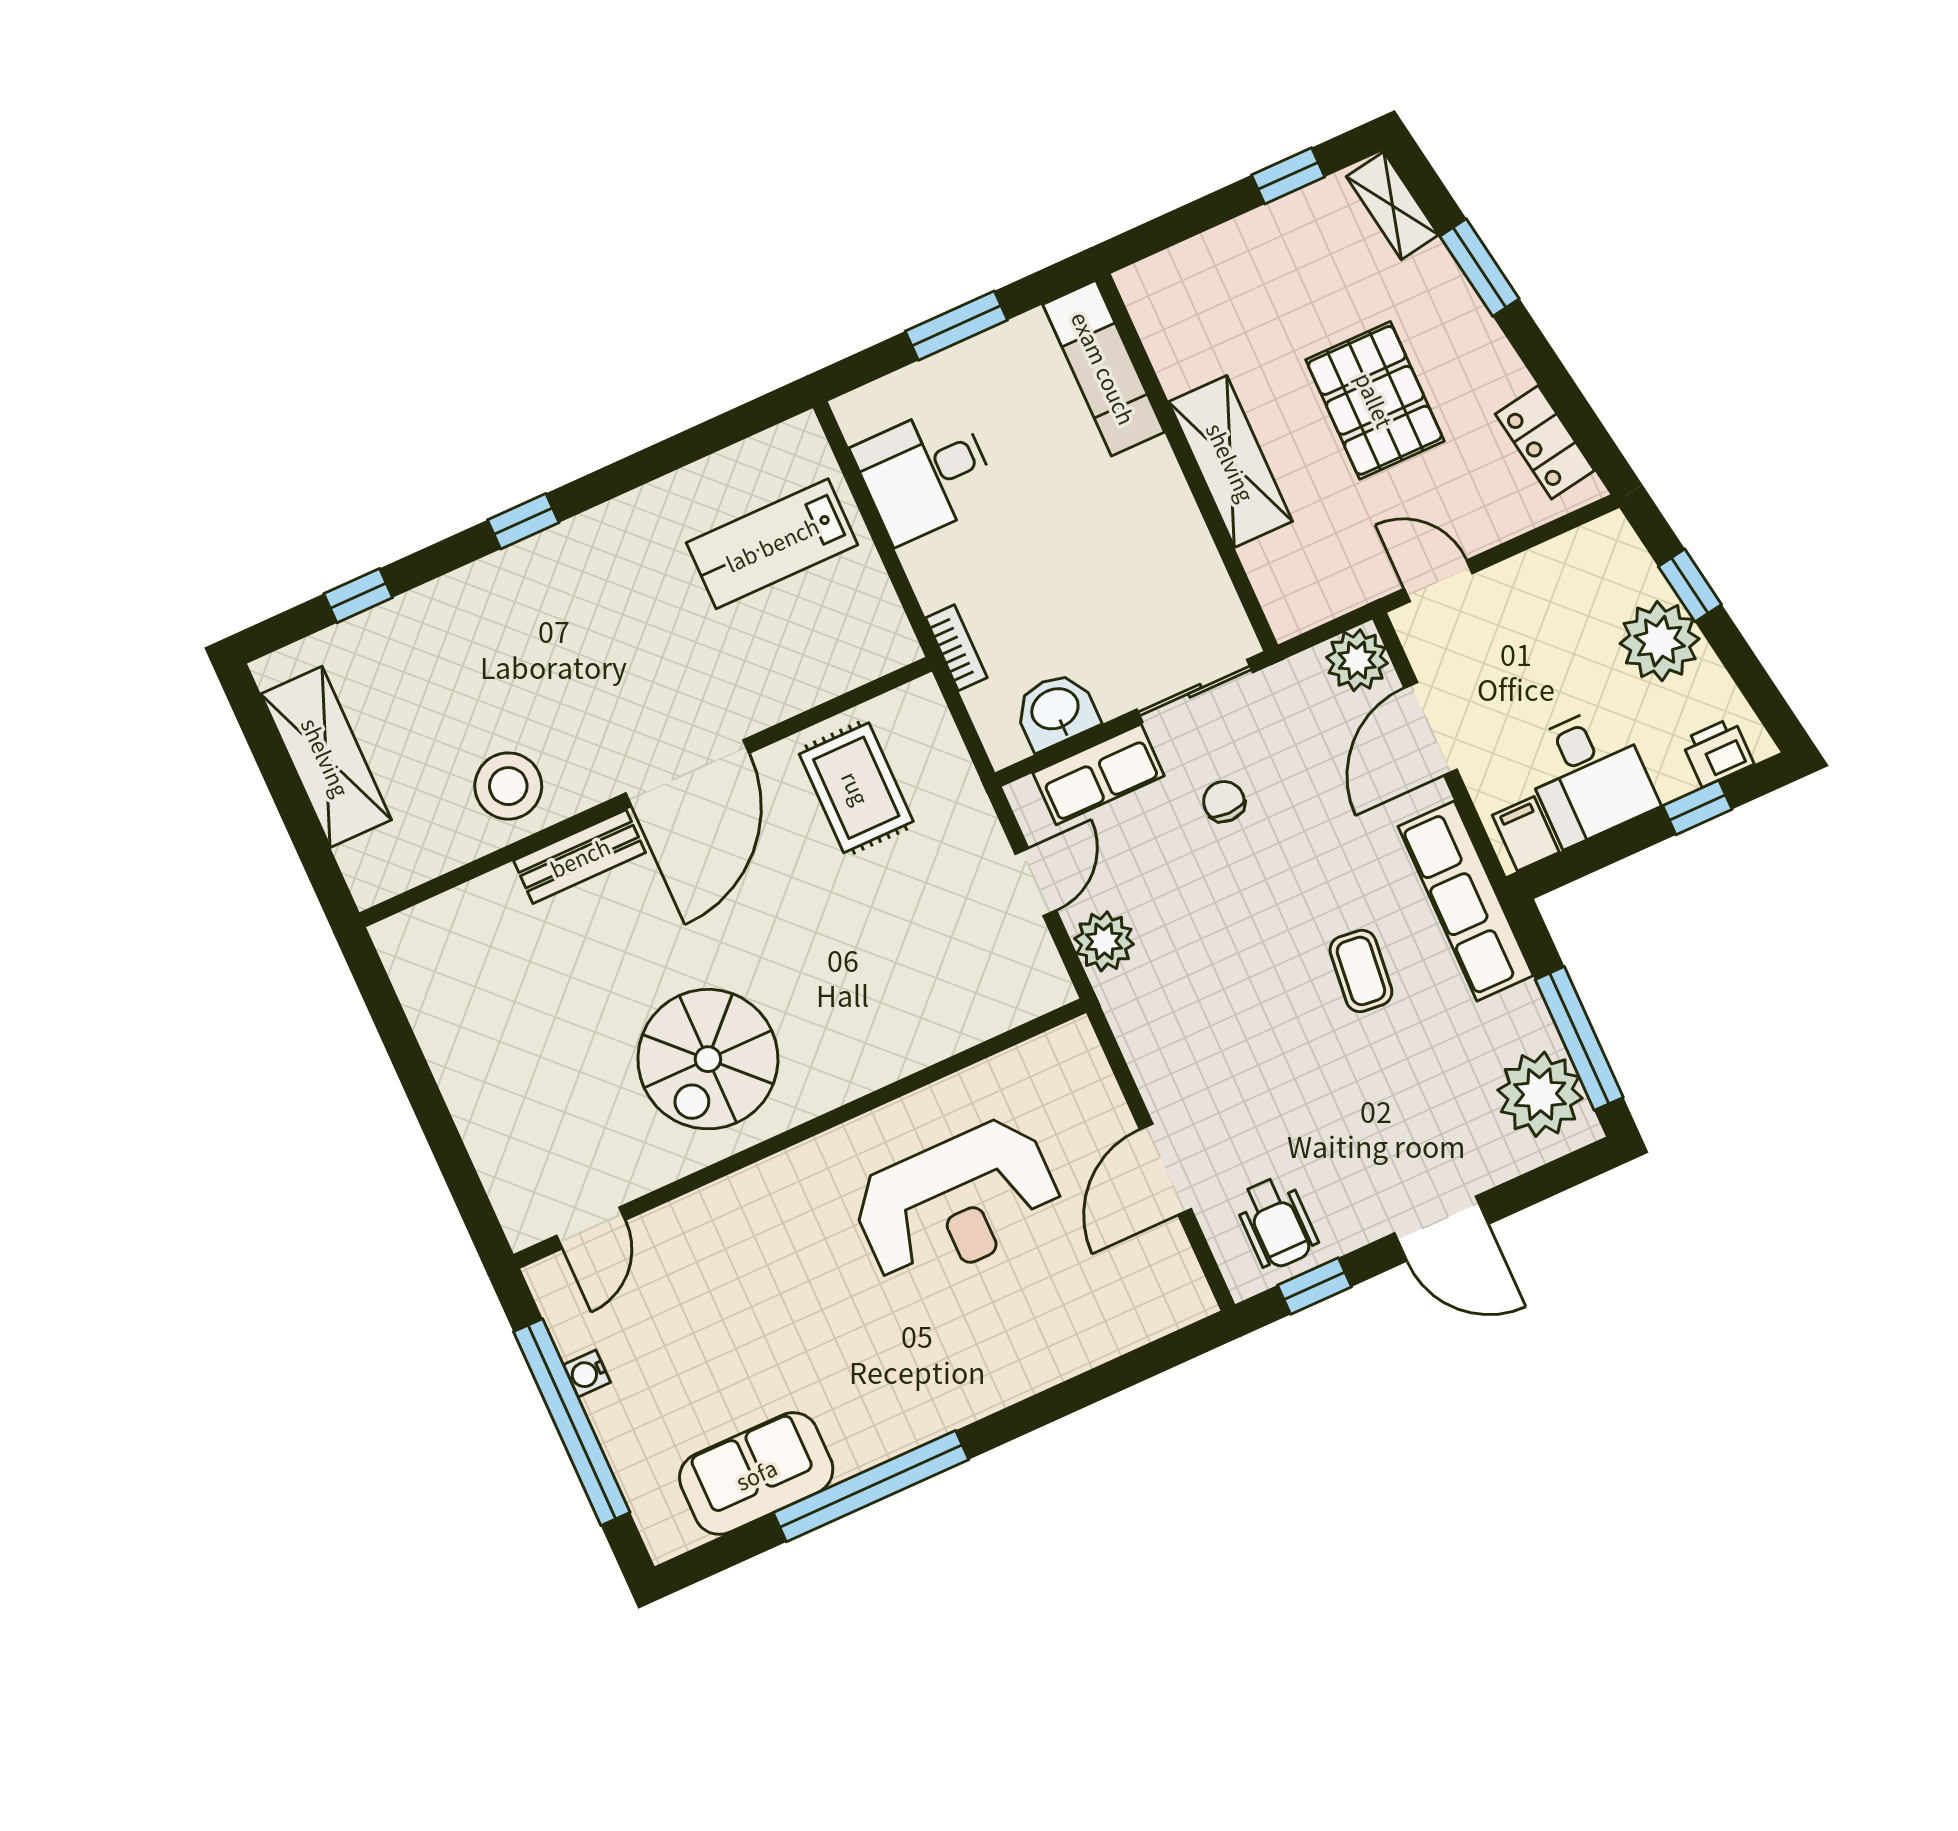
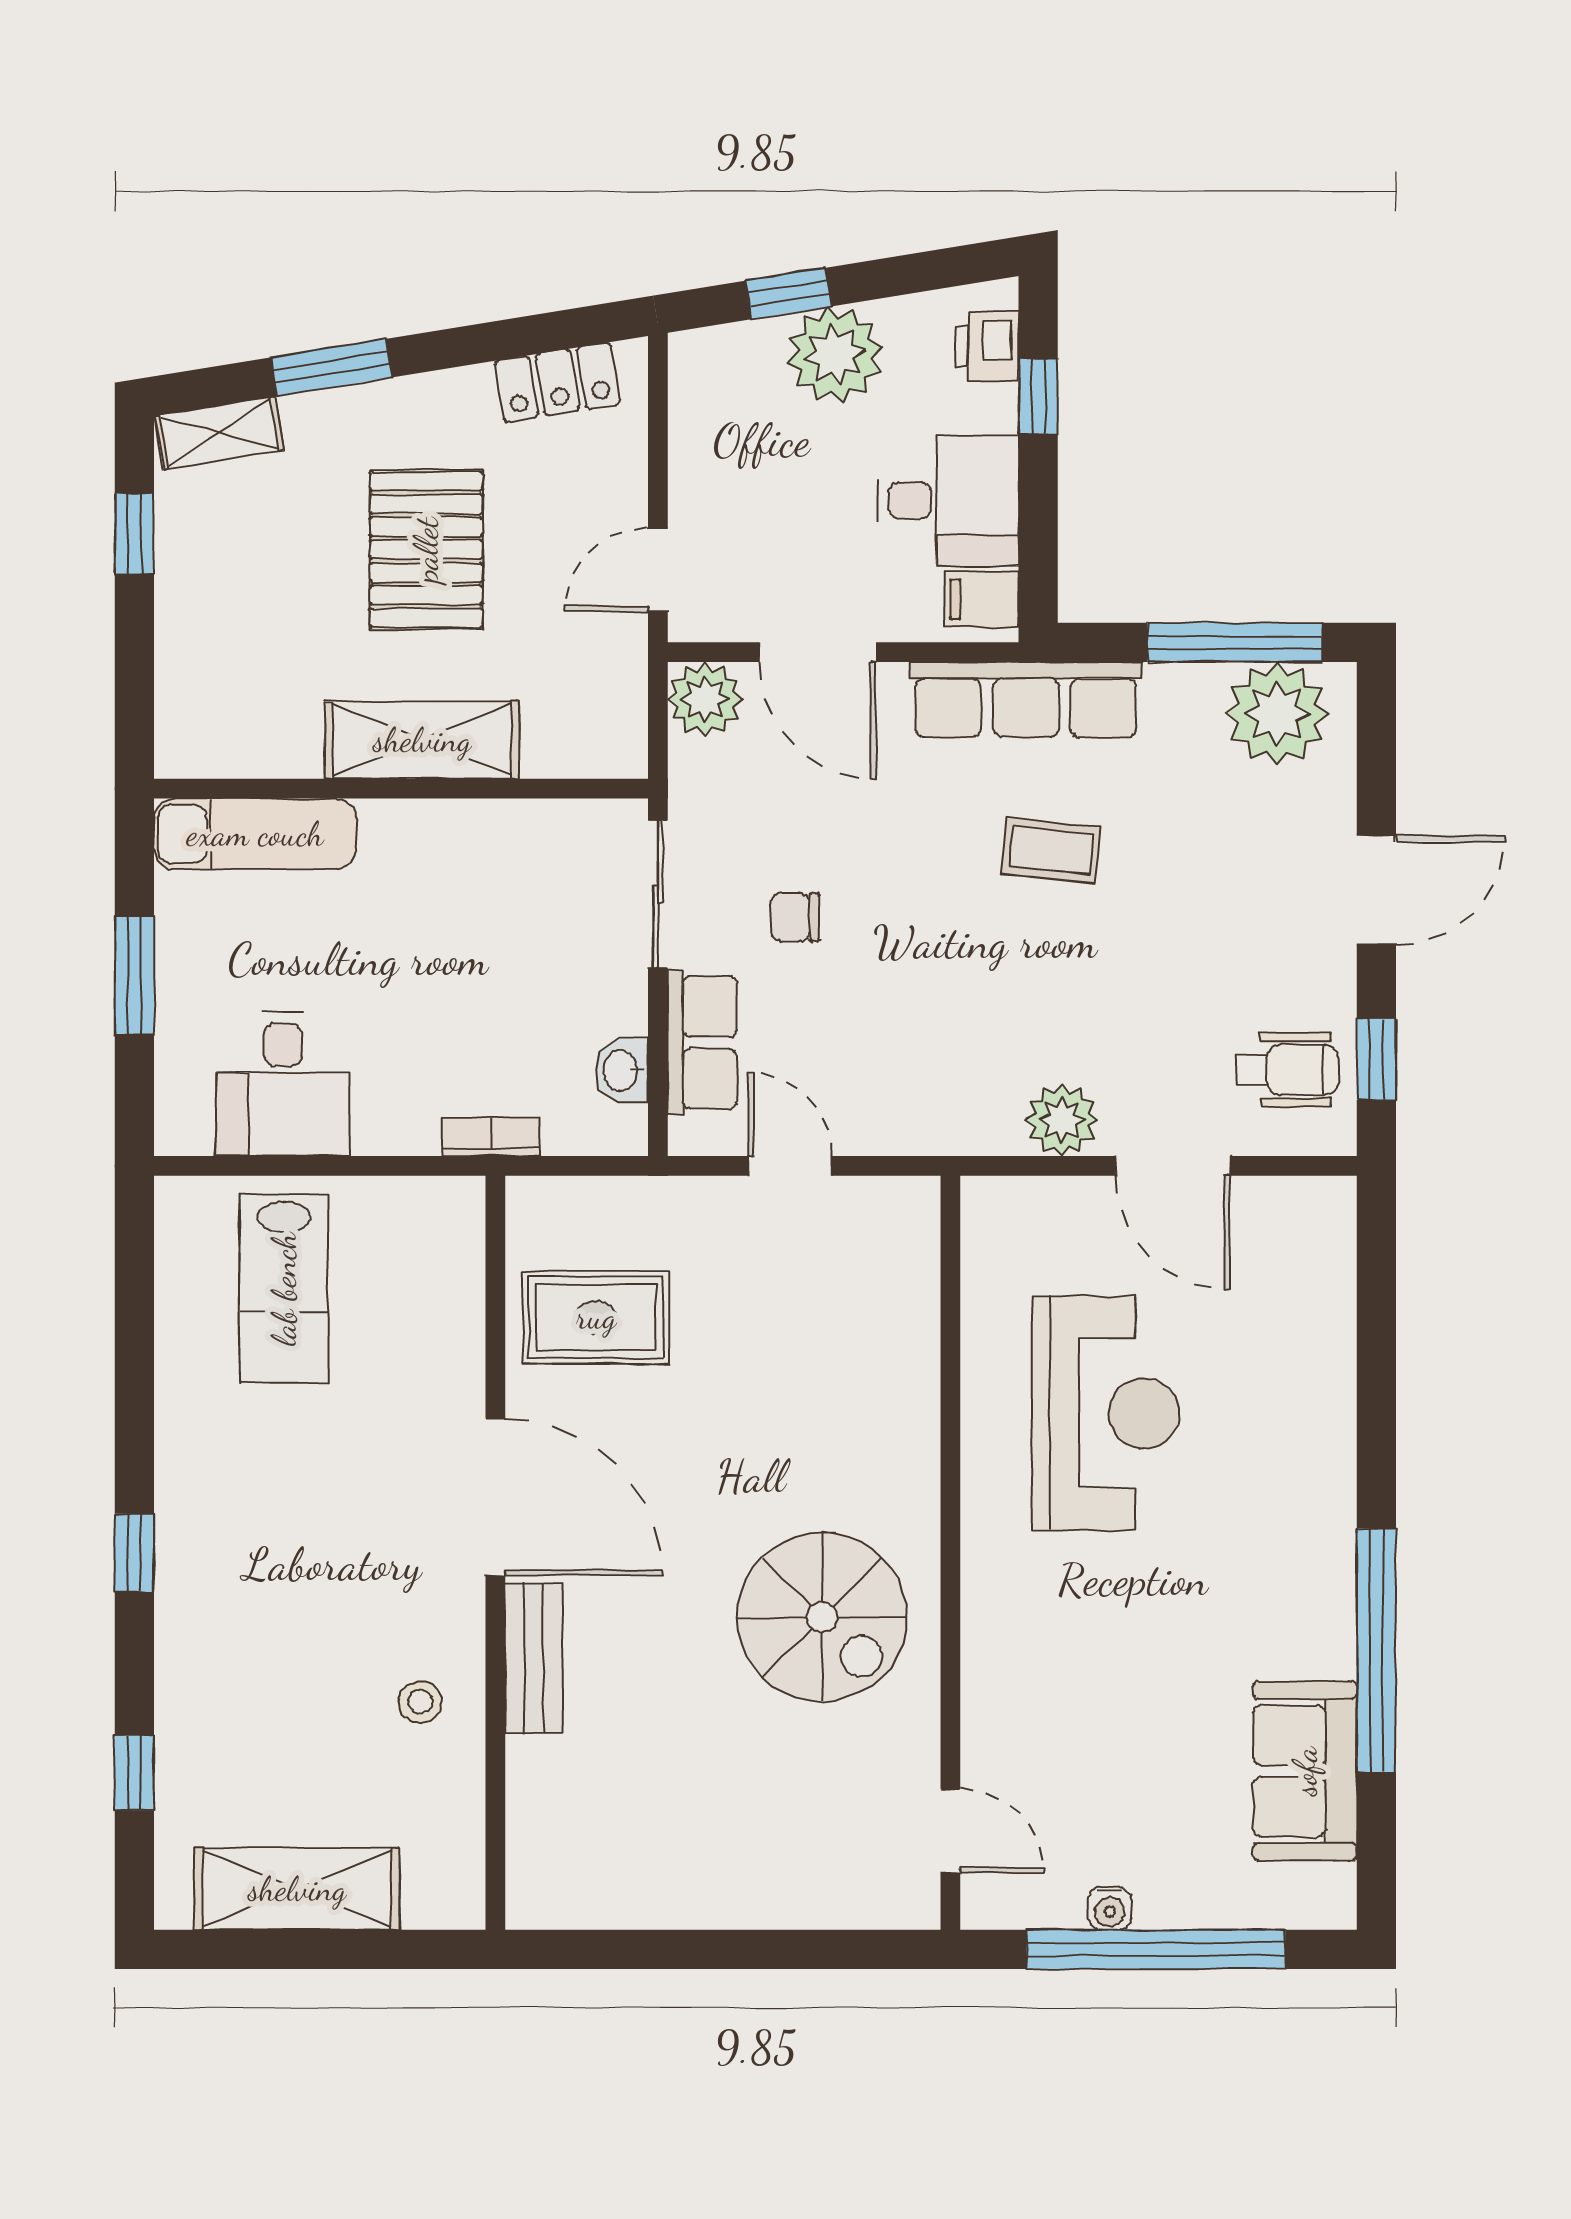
pallet: (1375, 400) -> (426, 550), turned 90
washbasin: (1056, 710) -> (622, 1070), width x0.72, depth x0.69
stool: (508, 786) -> (420, 1702), width x0.53, depth x0.53
plant: (1104, 941) -> (1062, 1120), moved

